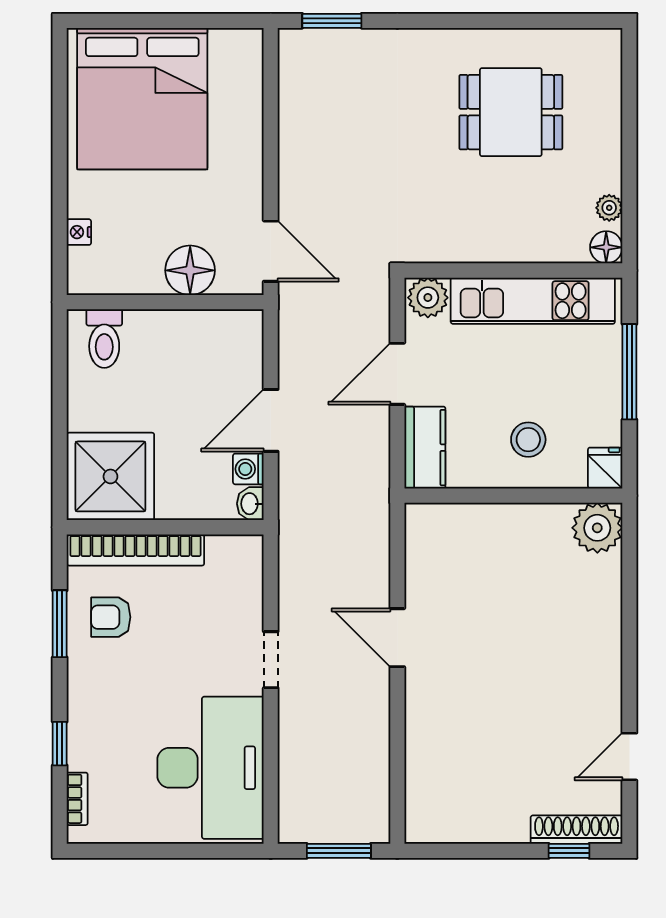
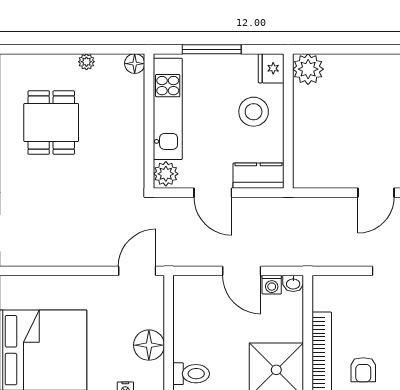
plant: (609, 208) -> (86, 62), moved
floor lamp: (190, 270) -> (149, 345), moved
stool: (528, 440) -> (254, 112), width x1.38, depth x1.38
fridge: (605, 468) -> (271, 68), width x1.38

